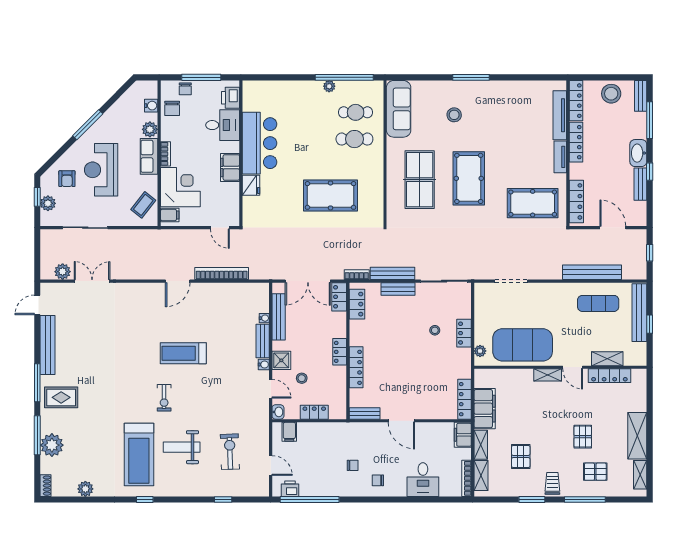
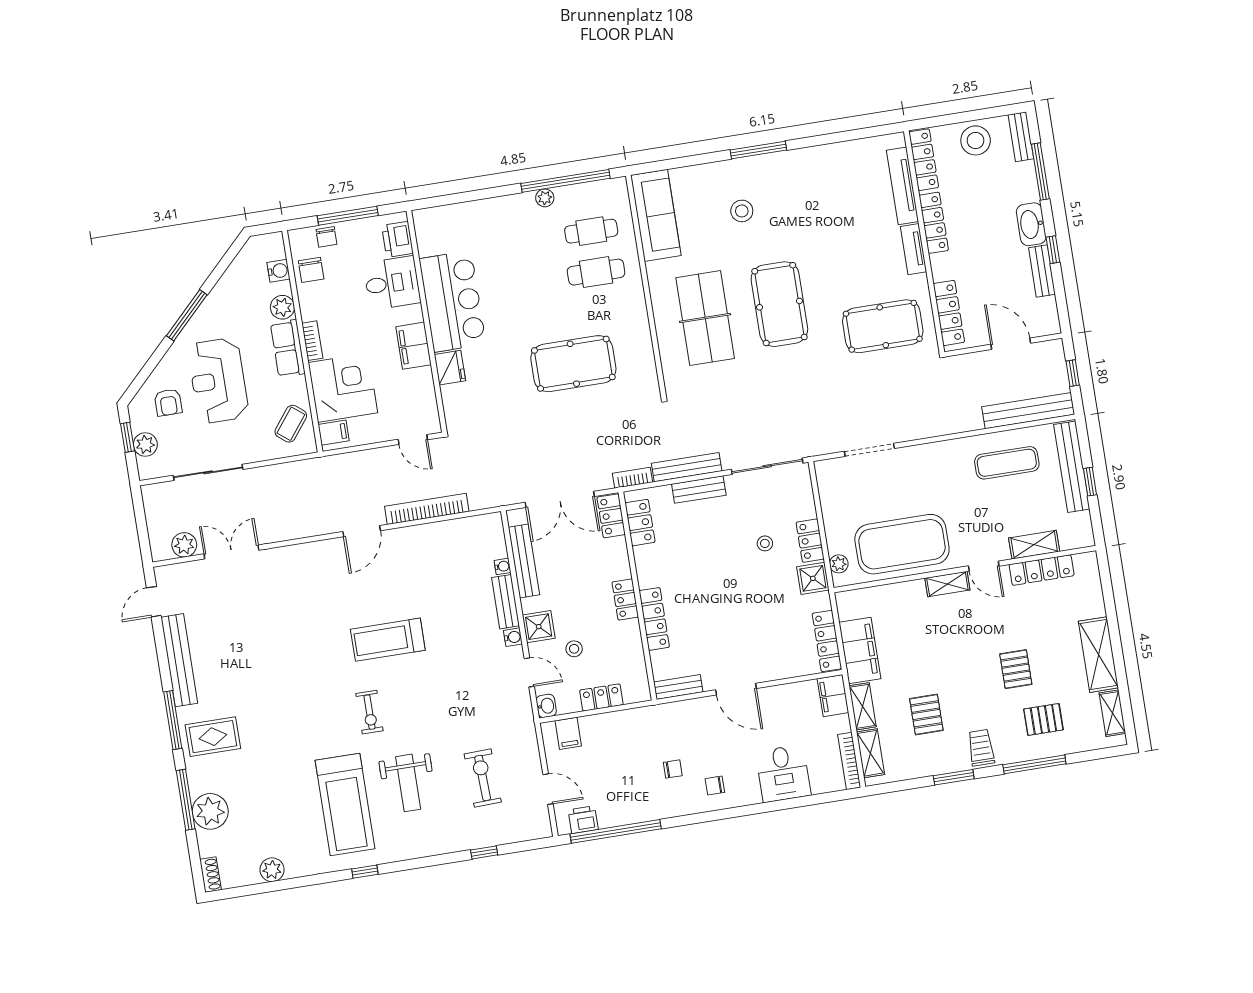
bench: (592, 272) -> (1028, 411), moved
shower: (462, 358) -> (813, 578), added
weight bench: (182, 447) -> (408, 783), turned -90

